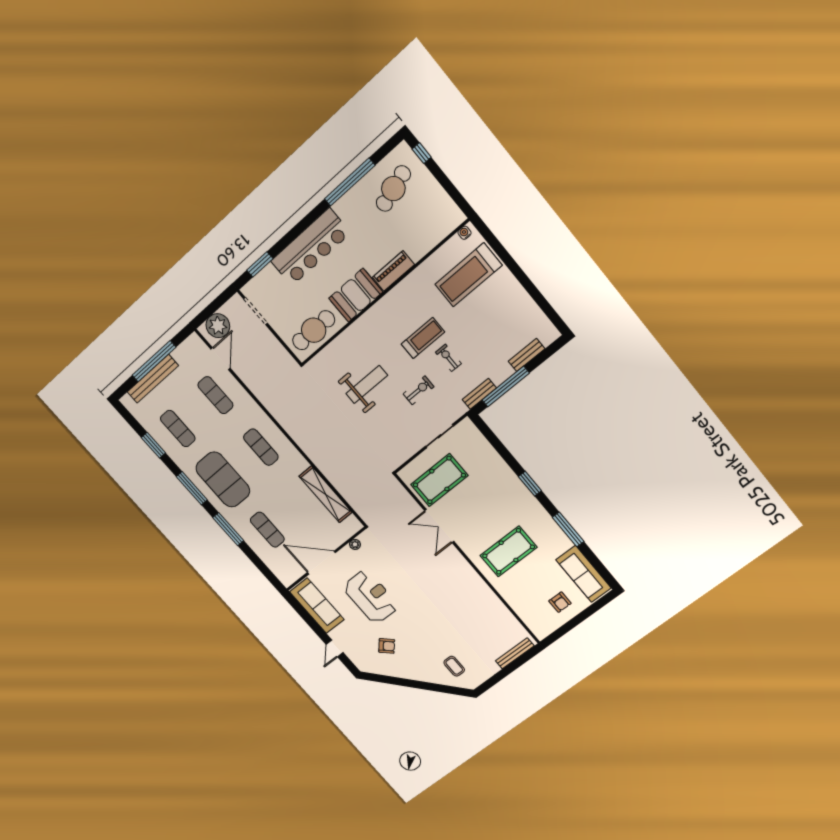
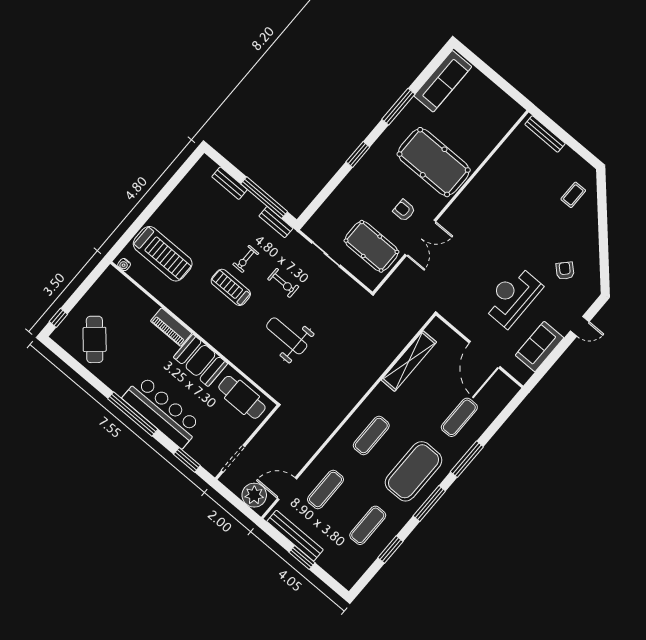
window: (350, 182) -> (133, 414), moved
cafe table: (393, 189) -> (95, 339), turned 66
window: (154, 361) -> (302, 557), width x0.47
bench: (153, 379) -> (295, 536), moved
exercise bike: (419, 390) -> (283, 283), turned 180
plant: (355, 544) -> (457, 322), removed
pool table: (509, 551) -> (434, 162), width x1.36, depth x1.32
armchair: (560, 602) -> (404, 210), moved, turned -90
sofa: (317, 606) -> (539, 347), width x0.73

